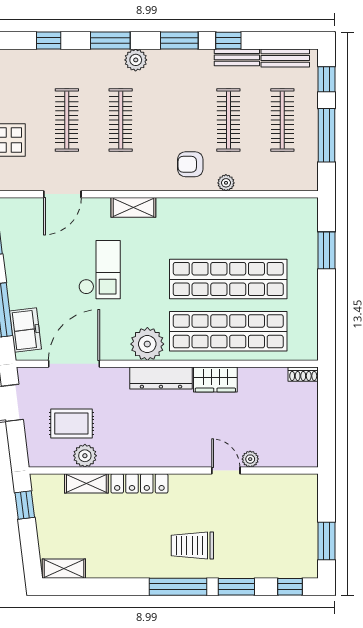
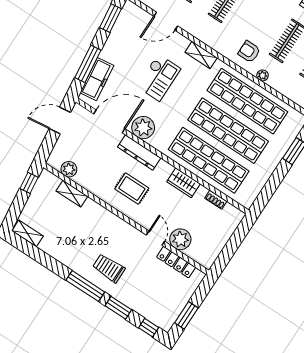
shop shelf: (228, 227) -> (247, 101), added
freezer: (25, 330) -> (97, 79), width x1.40
plant: (147, 344) -> (143, 128), moved
shoe rack: (303, 374) -> (216, 200), moved
dresser: (161, 378) -> (139, 152), moved
rug: (71, 424) -> (132, 189), moved
plant: (85, 456) -> (69, 169), moved
plant: (250, 459) -> (180, 239), width x1.87, depth x1.87
locker: (139, 483) -> (176, 262), moved

